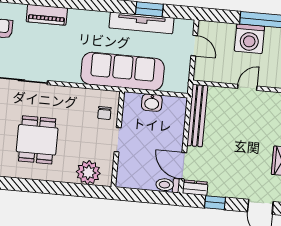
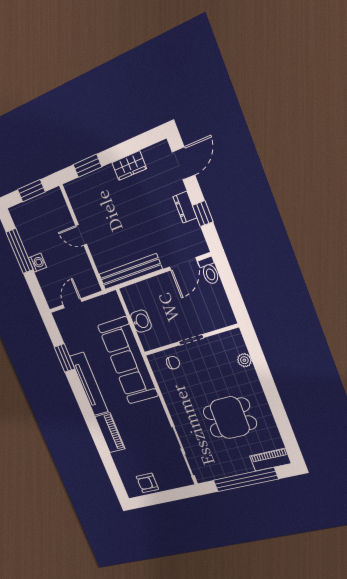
piano: (47, 15) -> (110, 433), moved
tv unit: (142, 23) -> (89, 384), moved
washing machine: (249, 39) -> (37, 263), width x0.53, depth x0.53
plant: (88, 172) -> (244, 360), width x0.53, depth x0.53
dresser: (195, 188) -> (185, 207), moved

